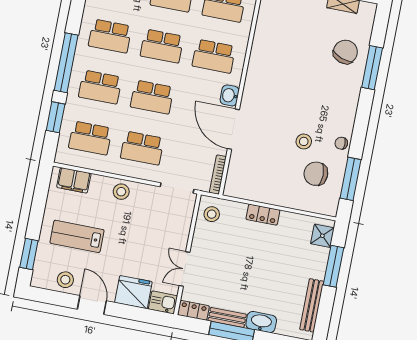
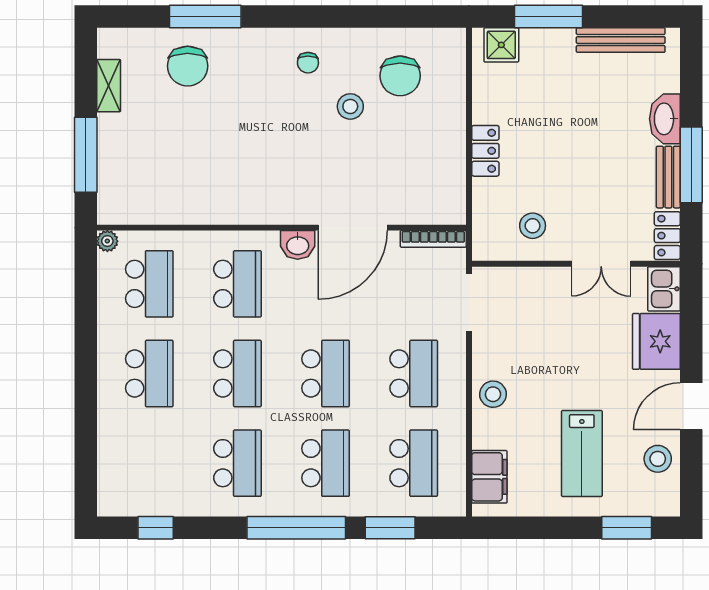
chair: (345, 52) -> (188, 66), turned -110
chair: (341, 143) -> (308, 63), moved
window: (350, 179) -> (397, 17), removed
stool: (212, 214) -> (533, 226), moved

